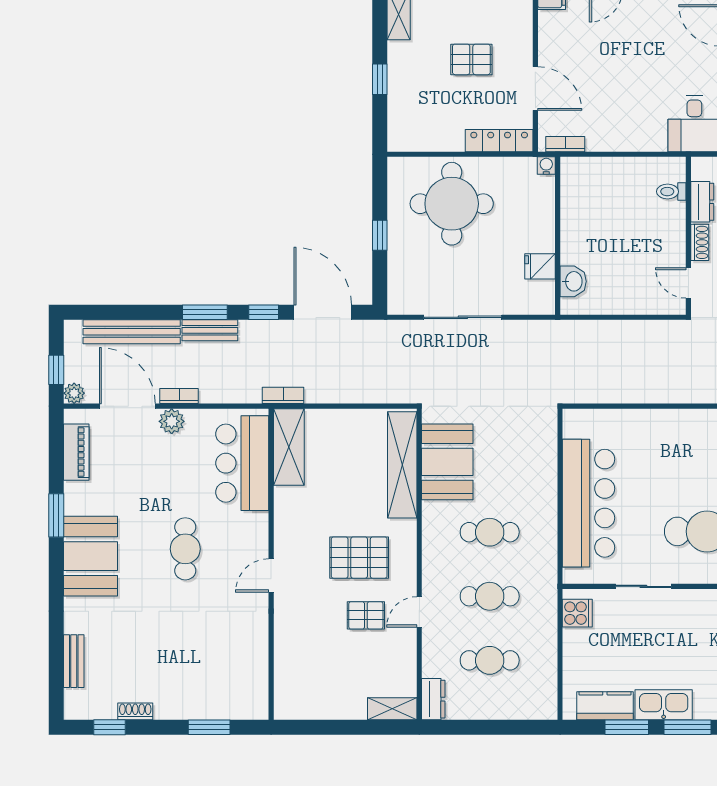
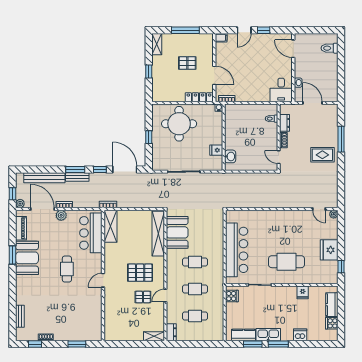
booth: (90, 556) -> (27, 258), moved

